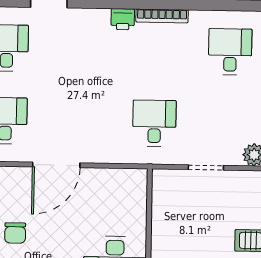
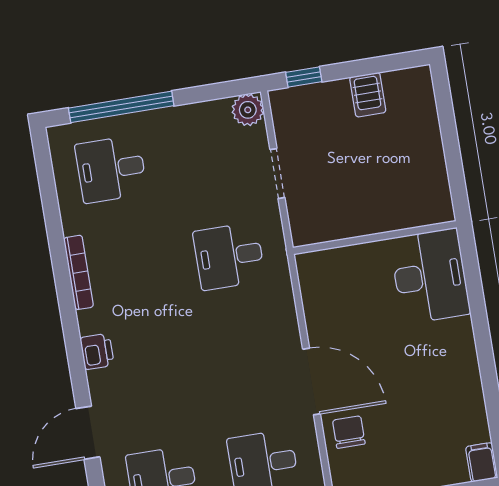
printer: (123, 19) -> (97, 352), moved
chair: (15, 233) -> (349, 432), moved, turned -90

